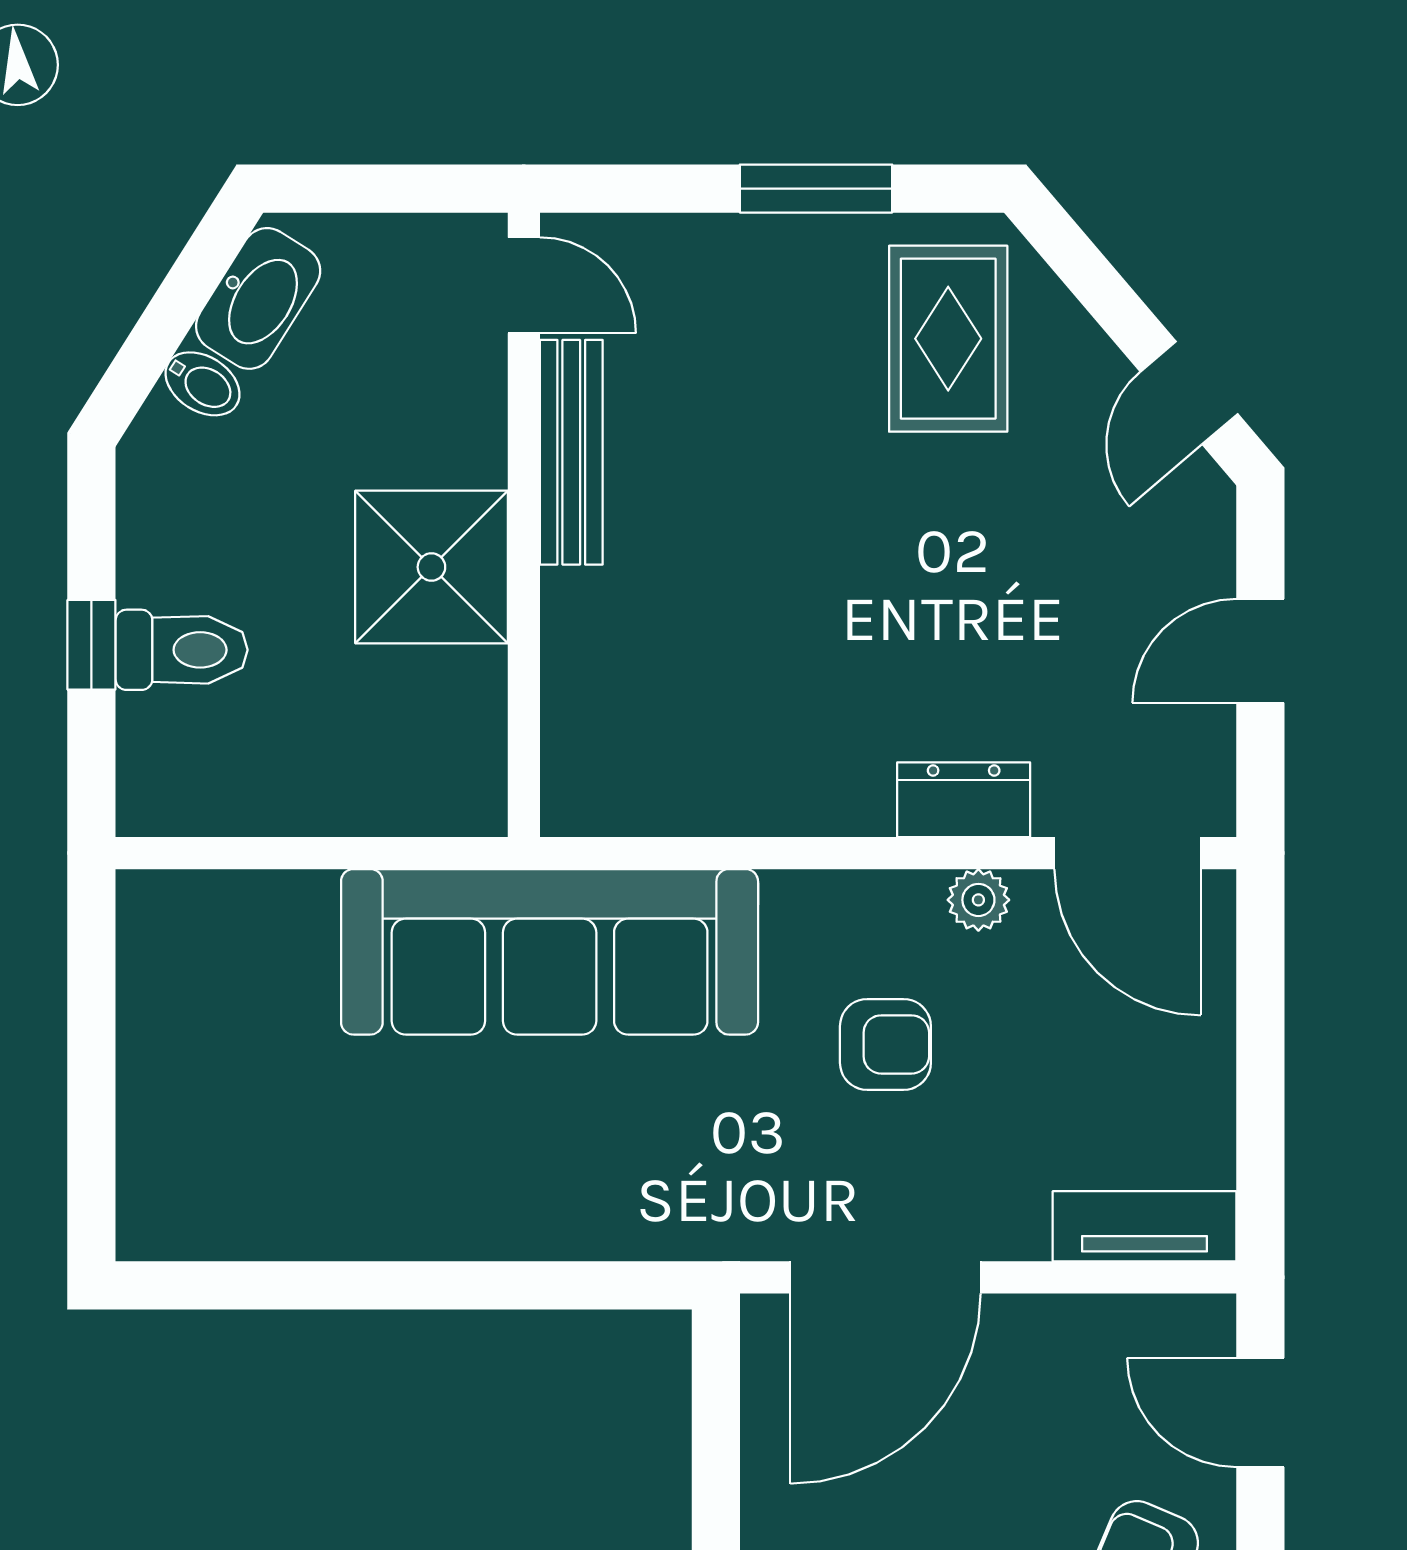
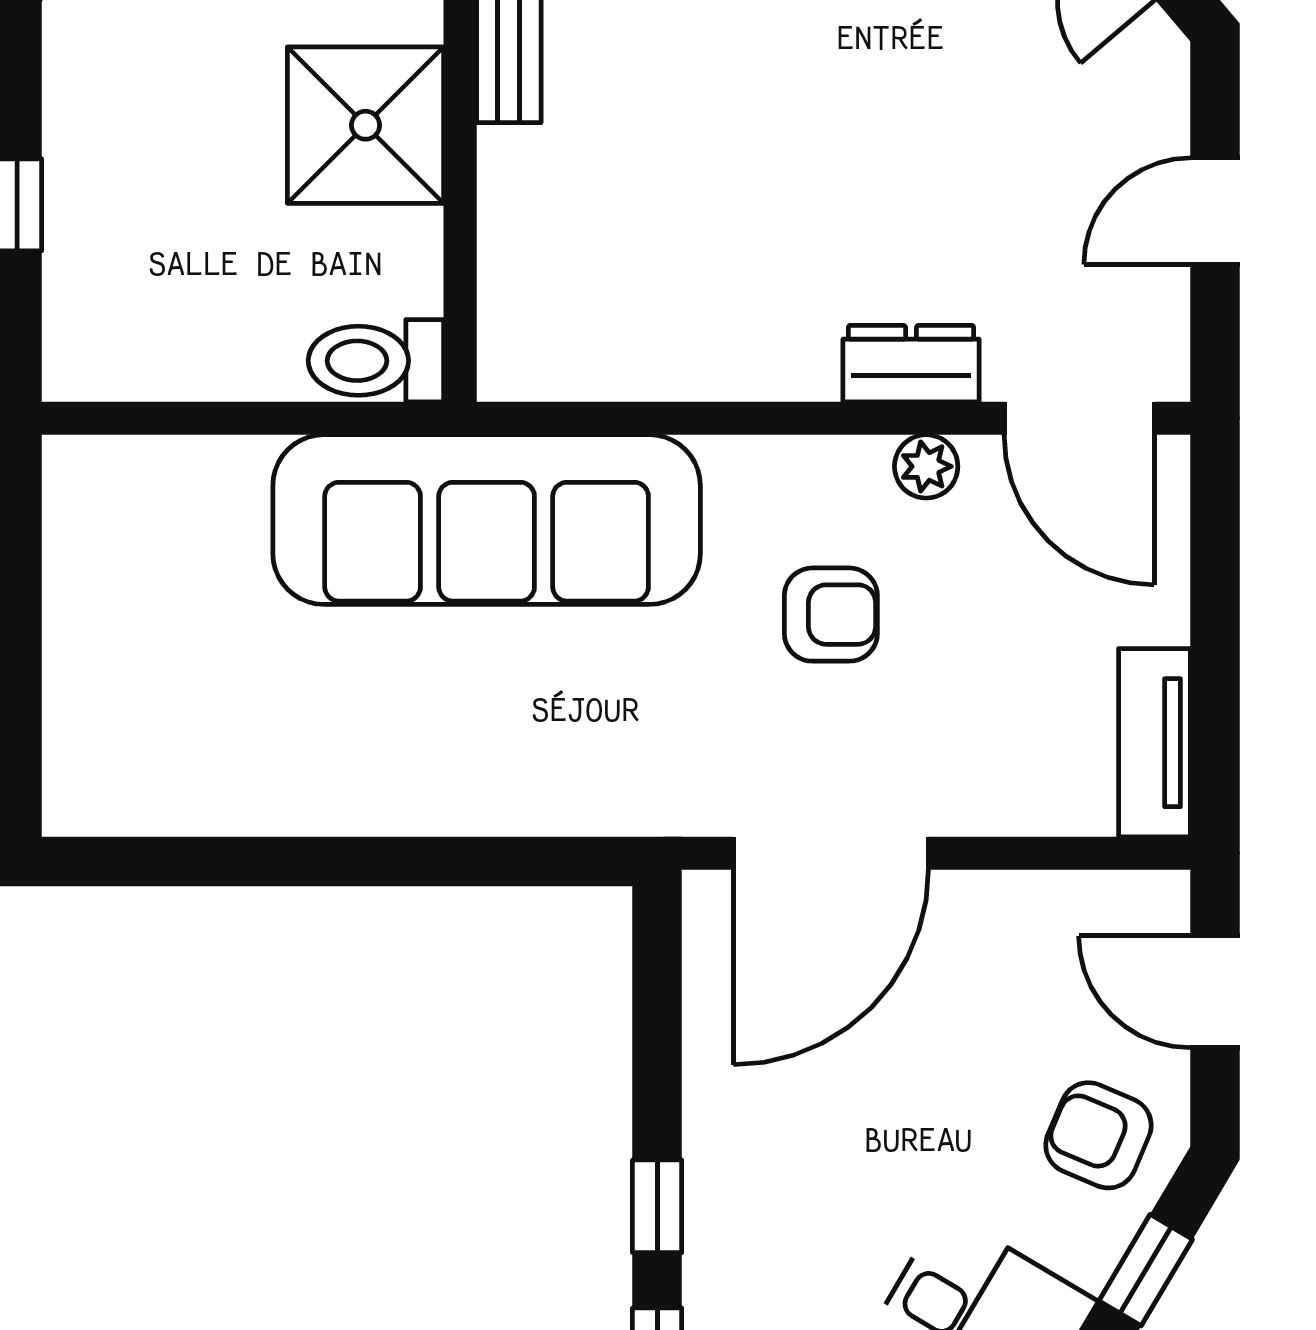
toilet: (182, 650) -> (376, 361), moved, turned 180
tv unit: (1144, 1226) -> (1155, 743), moved, turned -90

